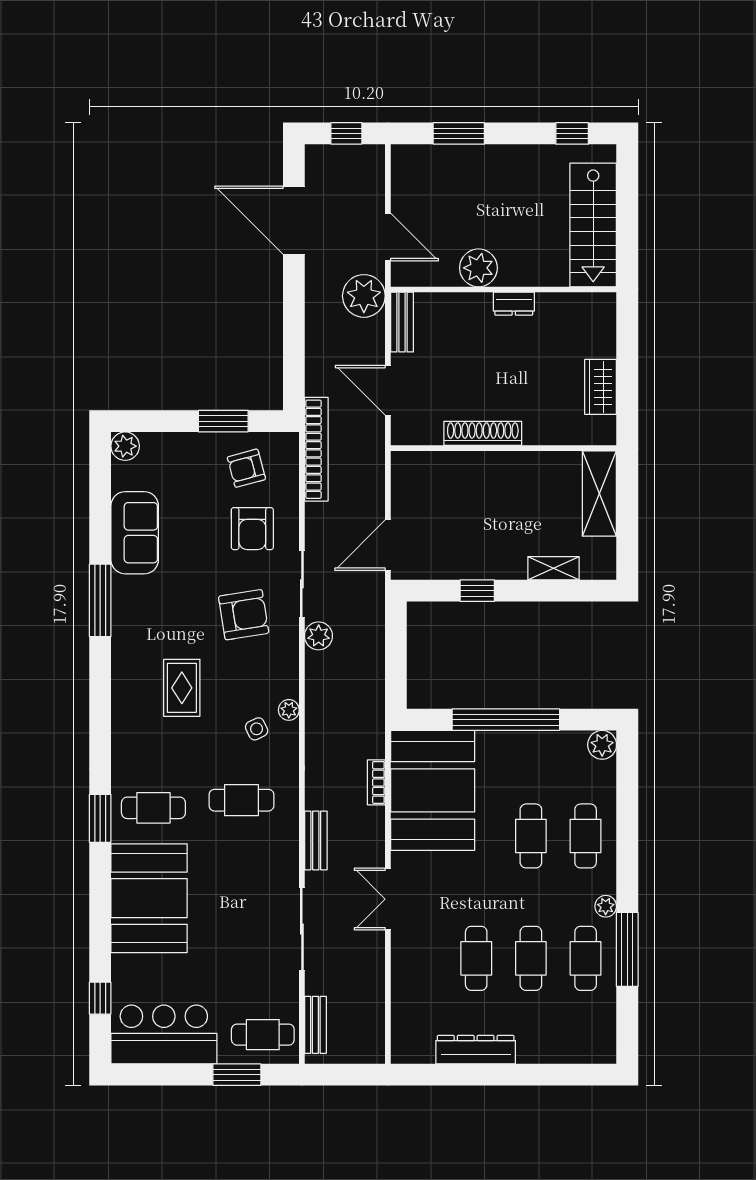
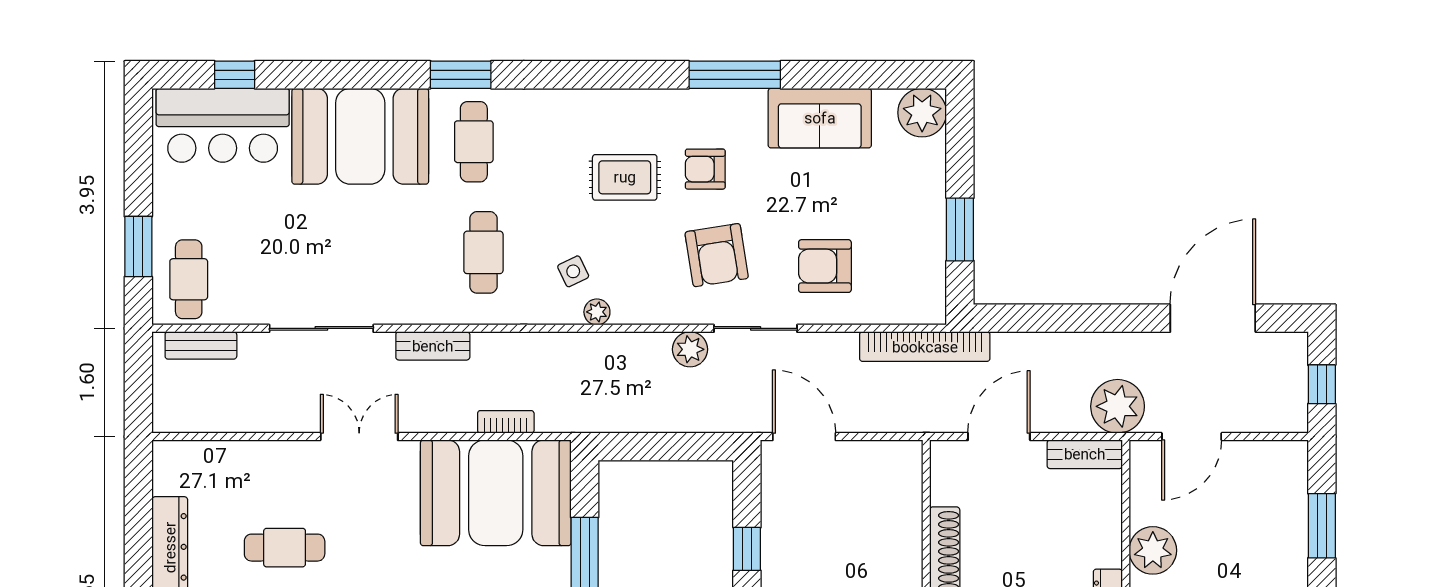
plant: (125, 446) -> (922, 113), width x1.36, depth x1.36
armchair: (246, 468) -> (705, 169), moved, turned -75
bar counter: (164, 1034) -> (223, 125), moved, turned 90

